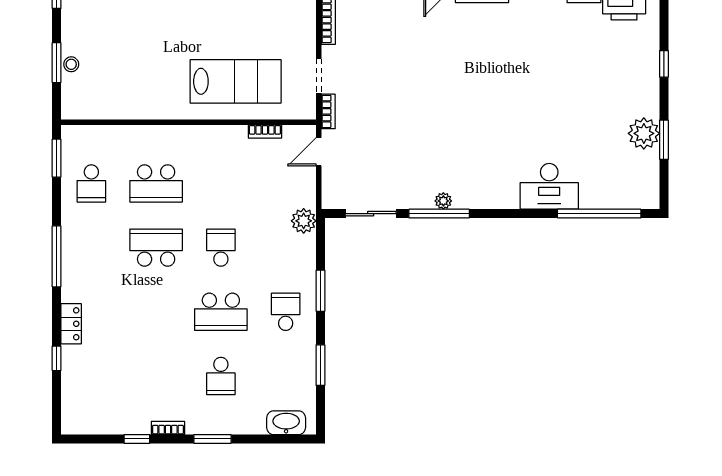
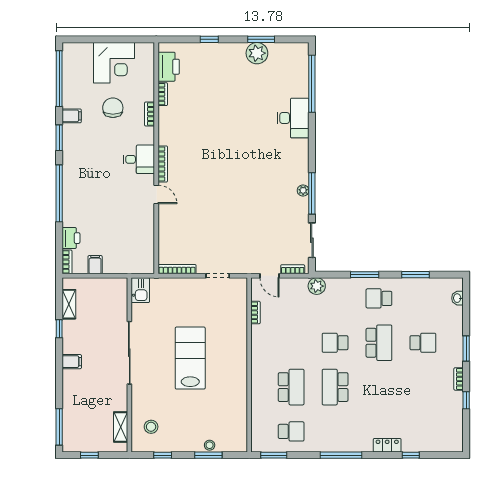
lab bench: (236, 81) -> (190, 358), moved
bookcase: (328, 111) -> (293, 269), moved
washbasin: (286, 423) -> (457, 298), width x0.52, depth x0.69

